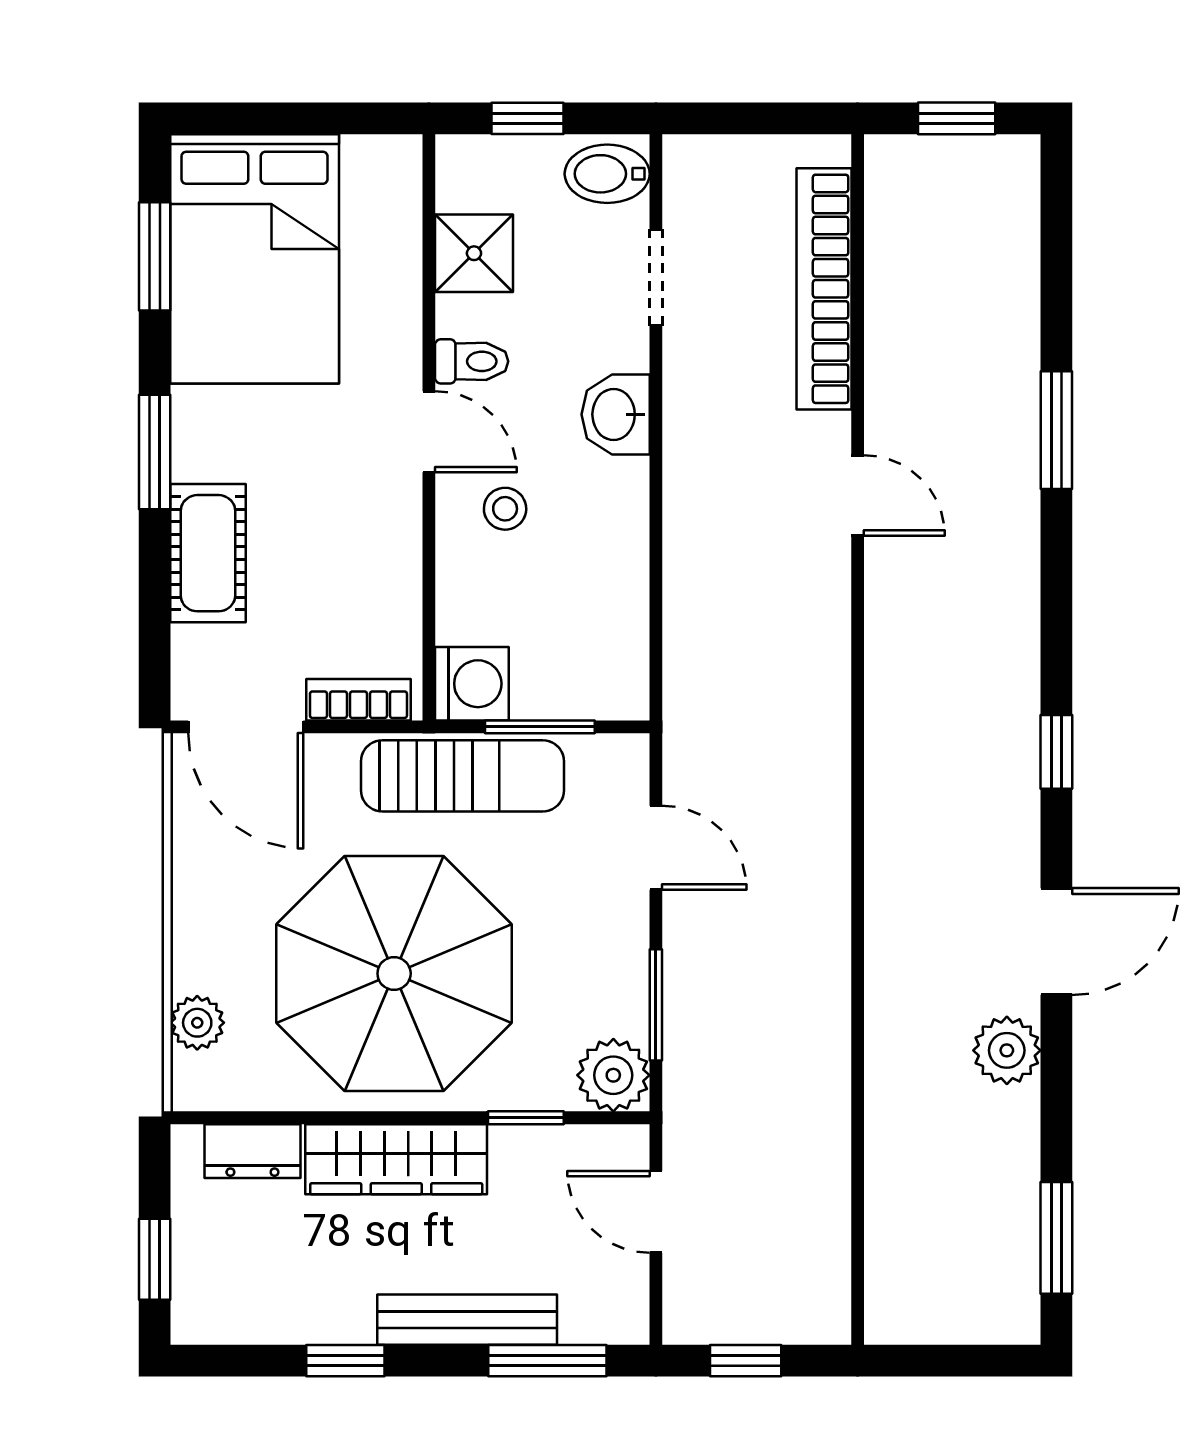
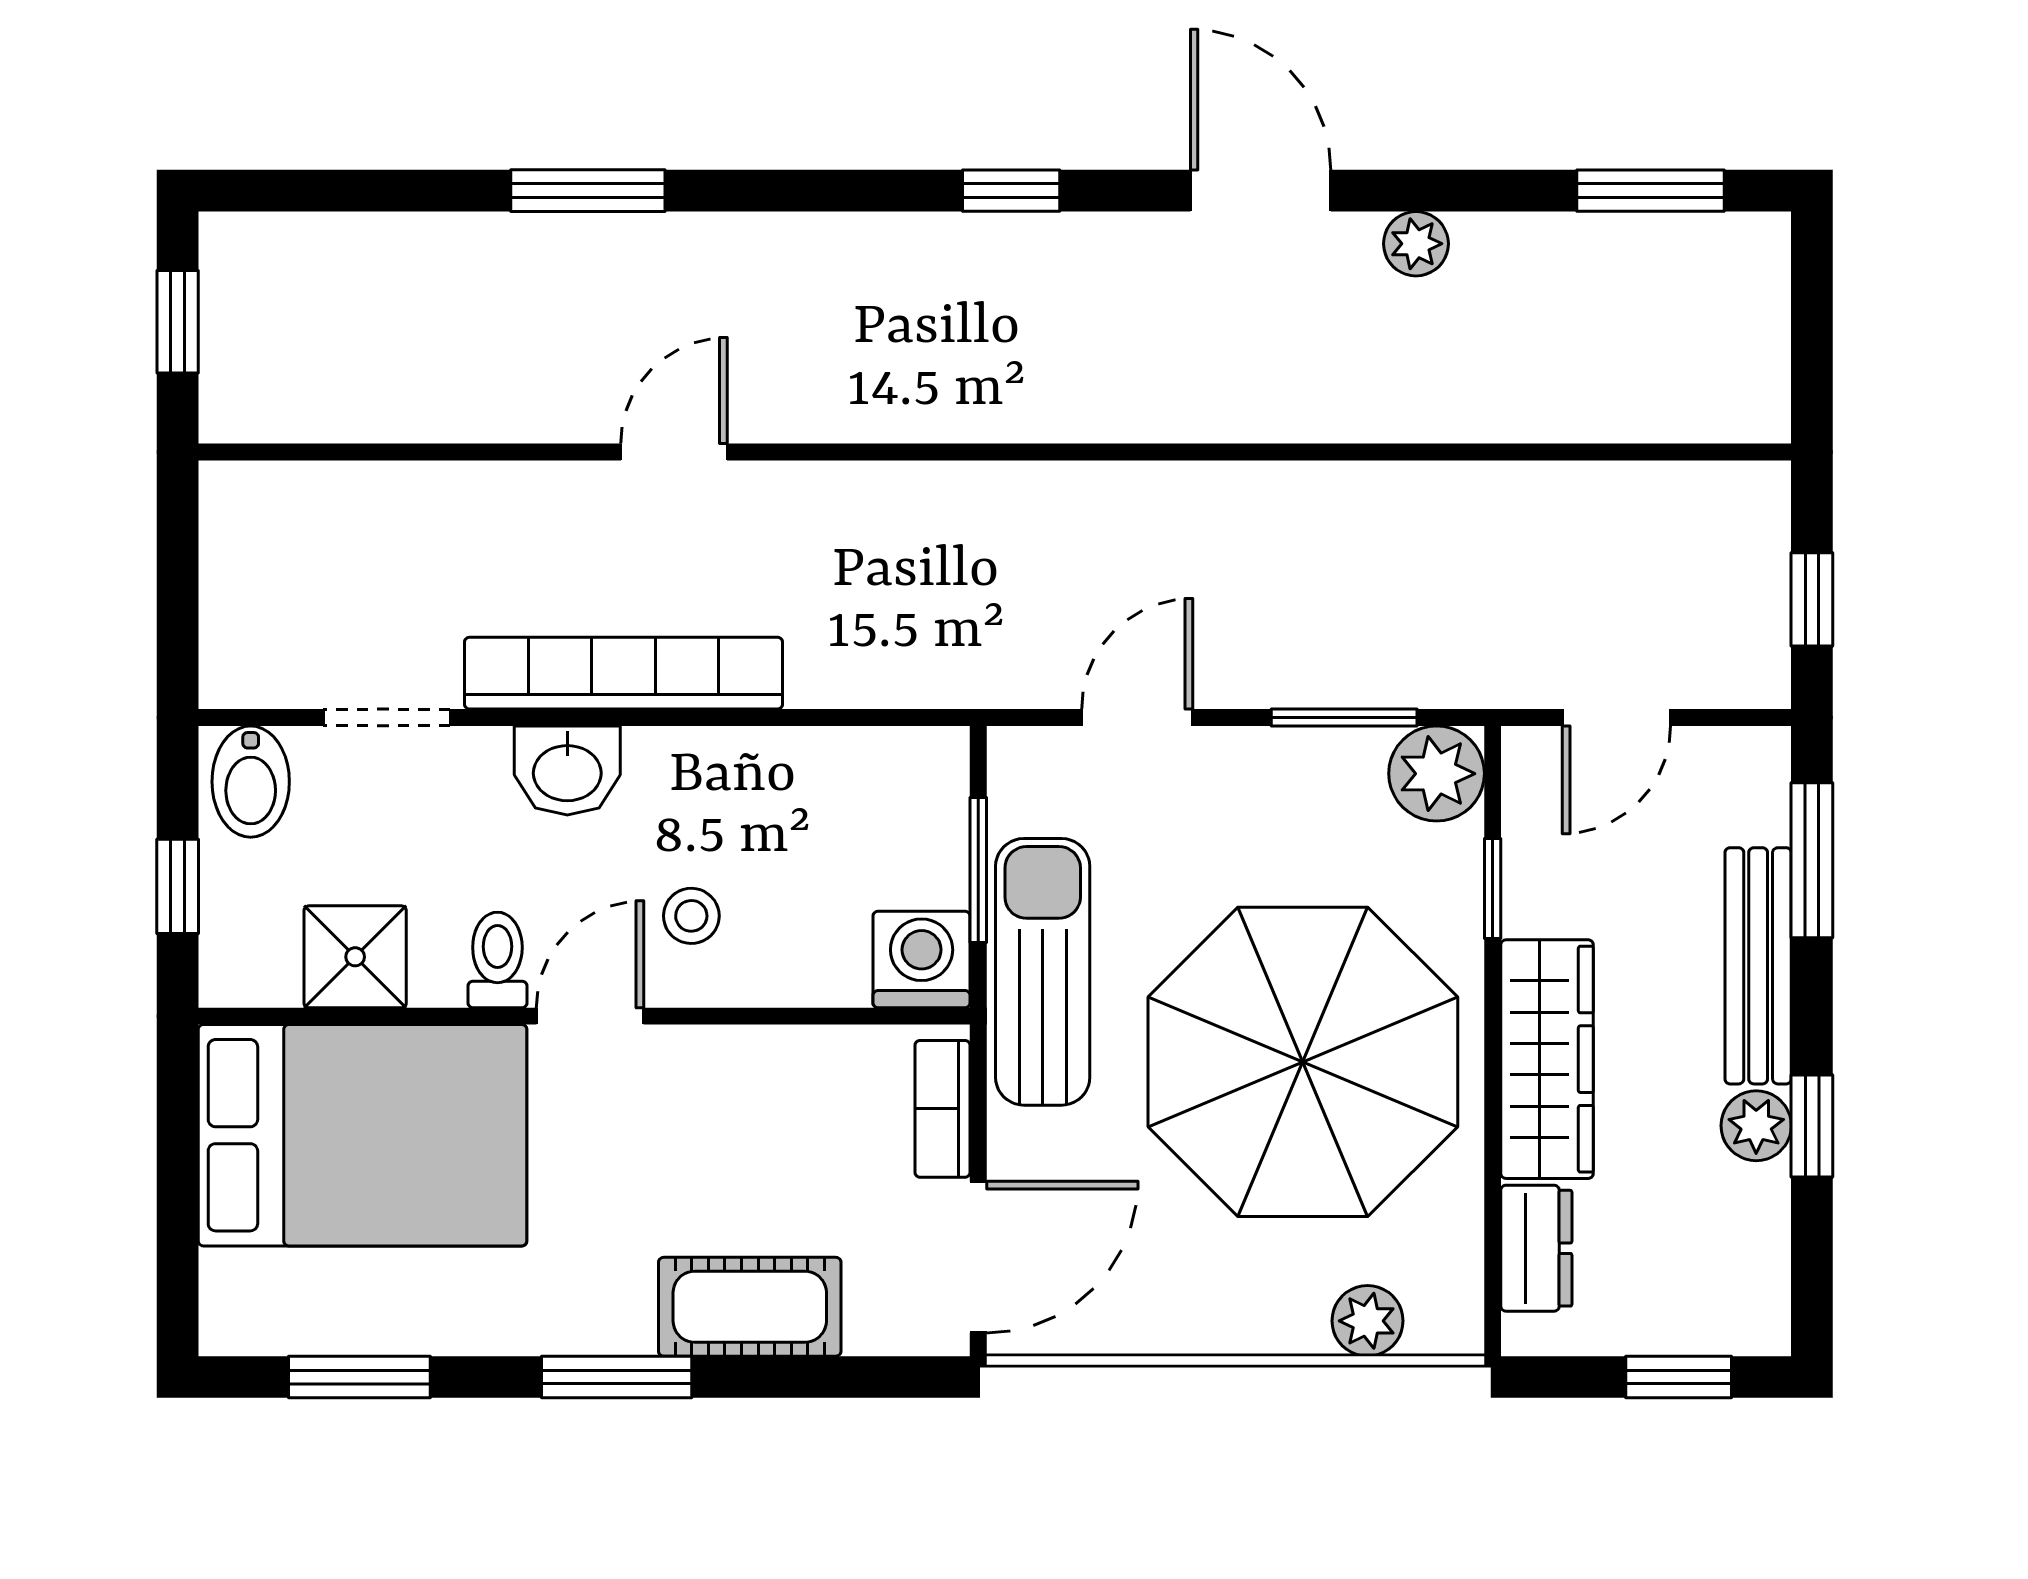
bed: (255, 259) -> (363, 1135), moved
bookcase: (824, 289) -> (624, 673), moved, turned 180
plant: (1007, 1050) -> (1416, 244), width x0.73, depth x0.73
plant: (346, 1318) -> (1756, 1126), added

